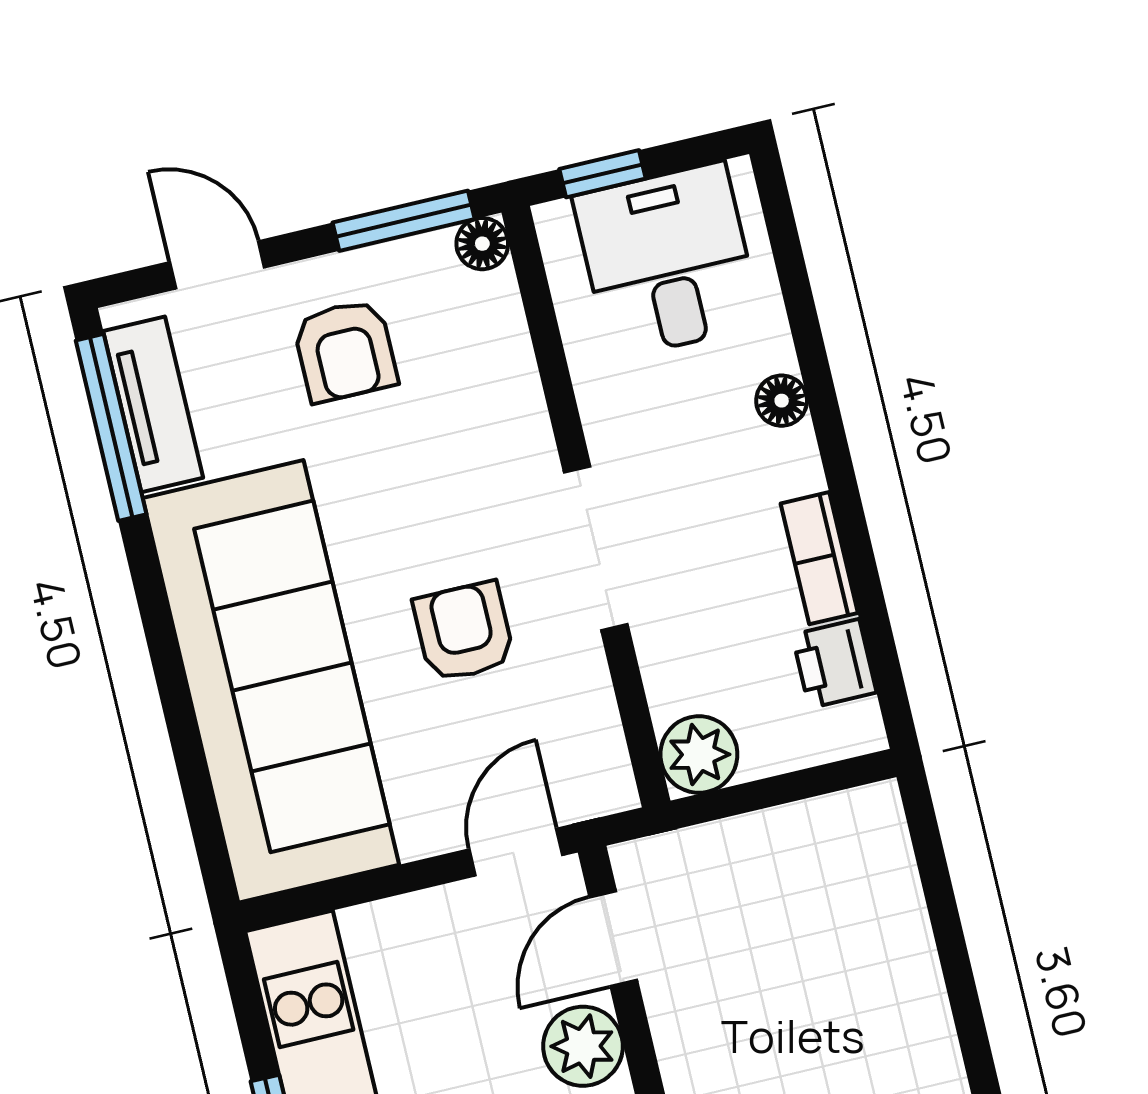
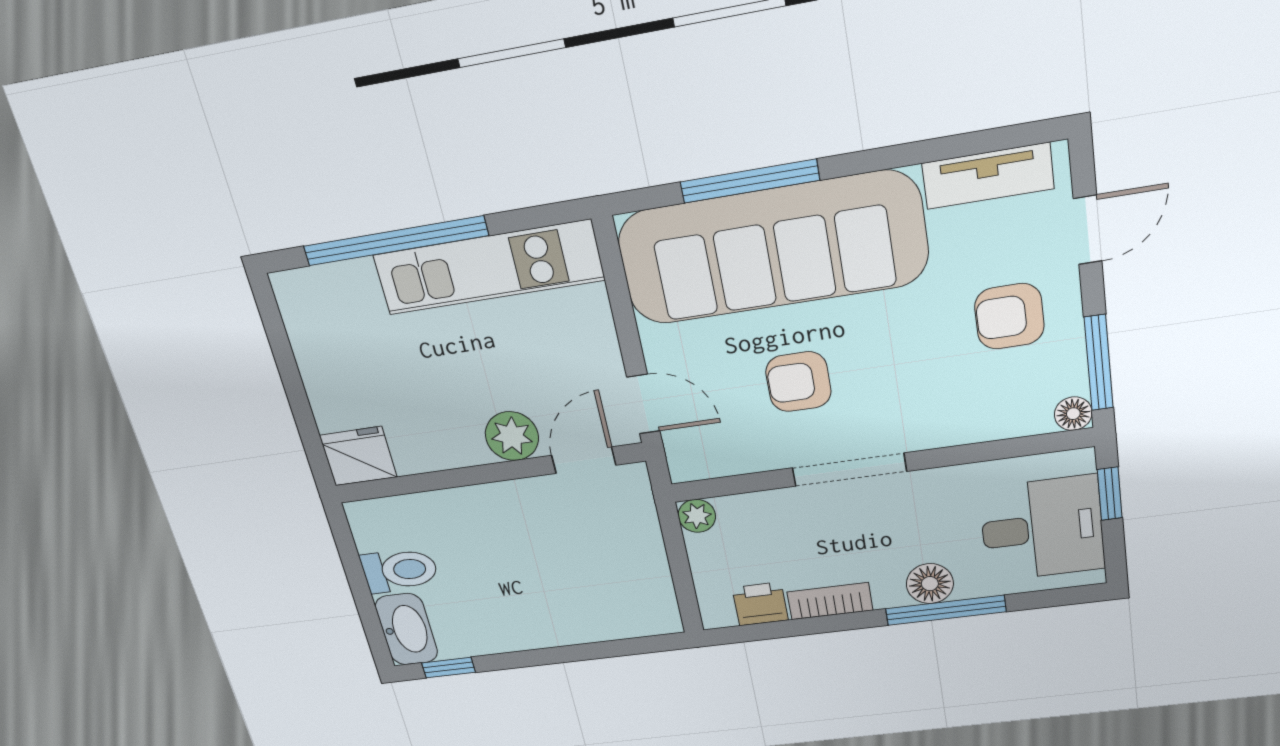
window: (818, 383) -> (946, 610), added
floor lamp: (782, 401) -> (930, 584), width x1.37, depth x1.37
window: (111, 427) -> (750, 181), moved
armchair: (464, 632) -> (798, 382), turned 180
plant: (699, 755) -> (697, 516), width x0.73, depth x0.73
door: (613, 939) -> (584, 460), hinge flipped

